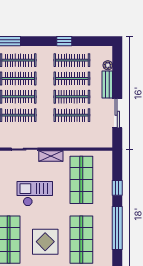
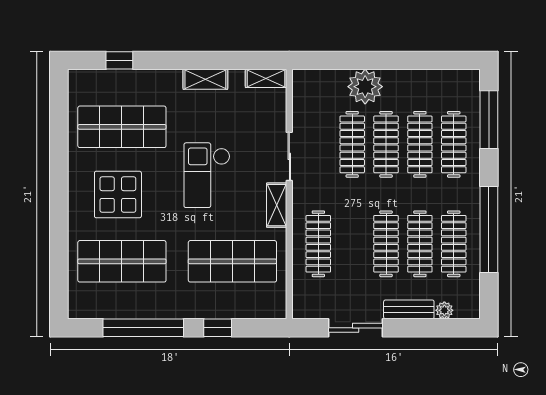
window: (64, 41) -> (489, 230), width x3.17
clothes rail: (72, 115) -> (318, 244), moved
checkout: (35, 194) -> (207, 175), turned 180

